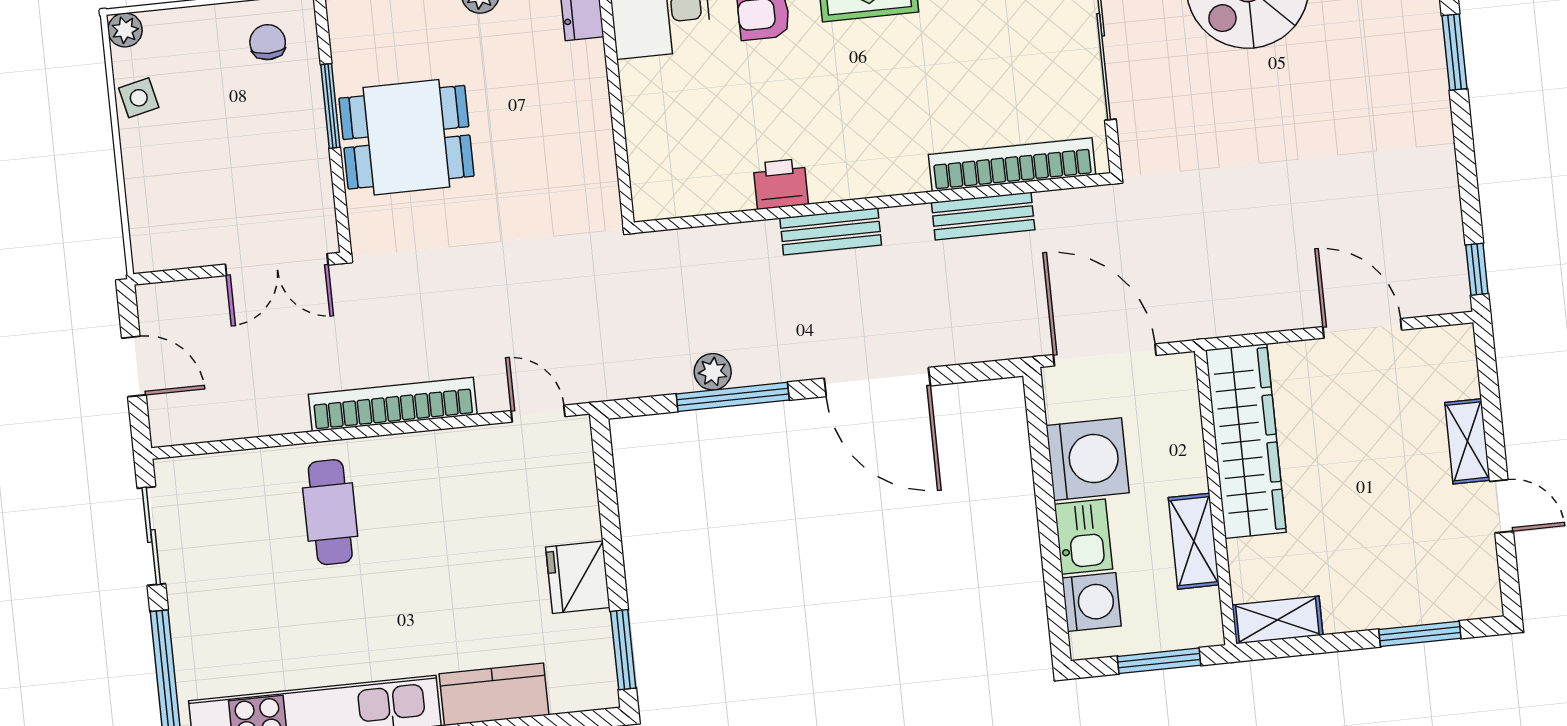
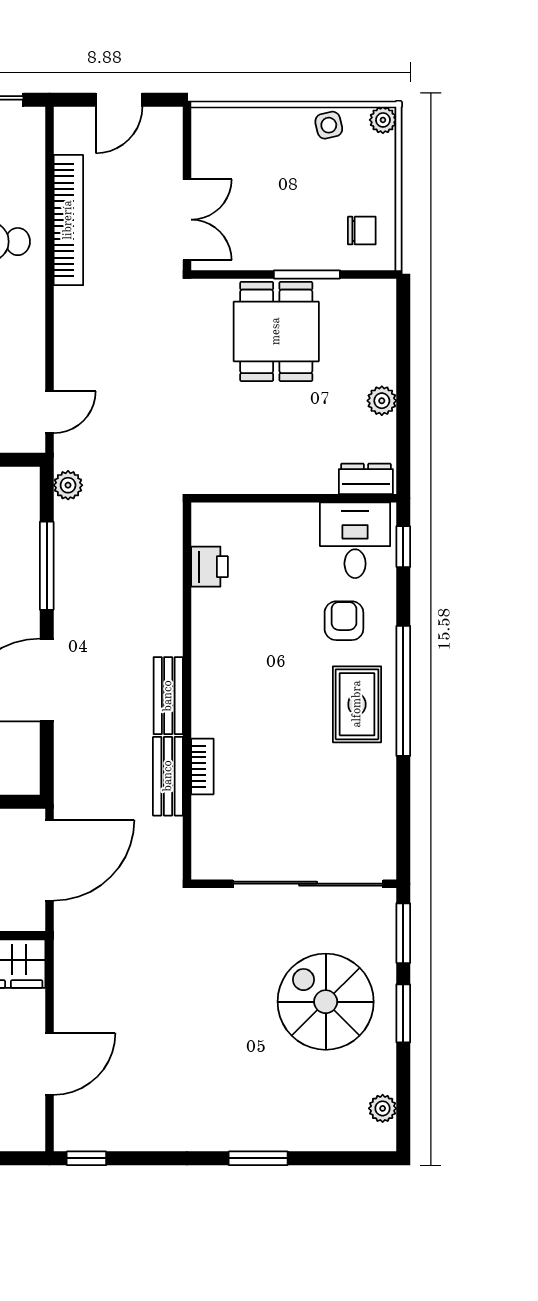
bookcase: (1012, 165) -> (202, 766), width x0.43, depth x0.76
printer: (781, 184) -> (210, 567), moved
bench: (831, 231) -> (168, 696), moved
double door: (277, 265) -> (187, 220), swing flipped
plant: (713, 372) -> (68, 485), moved
bookcase: (393, 404) -> (68, 220), moved

